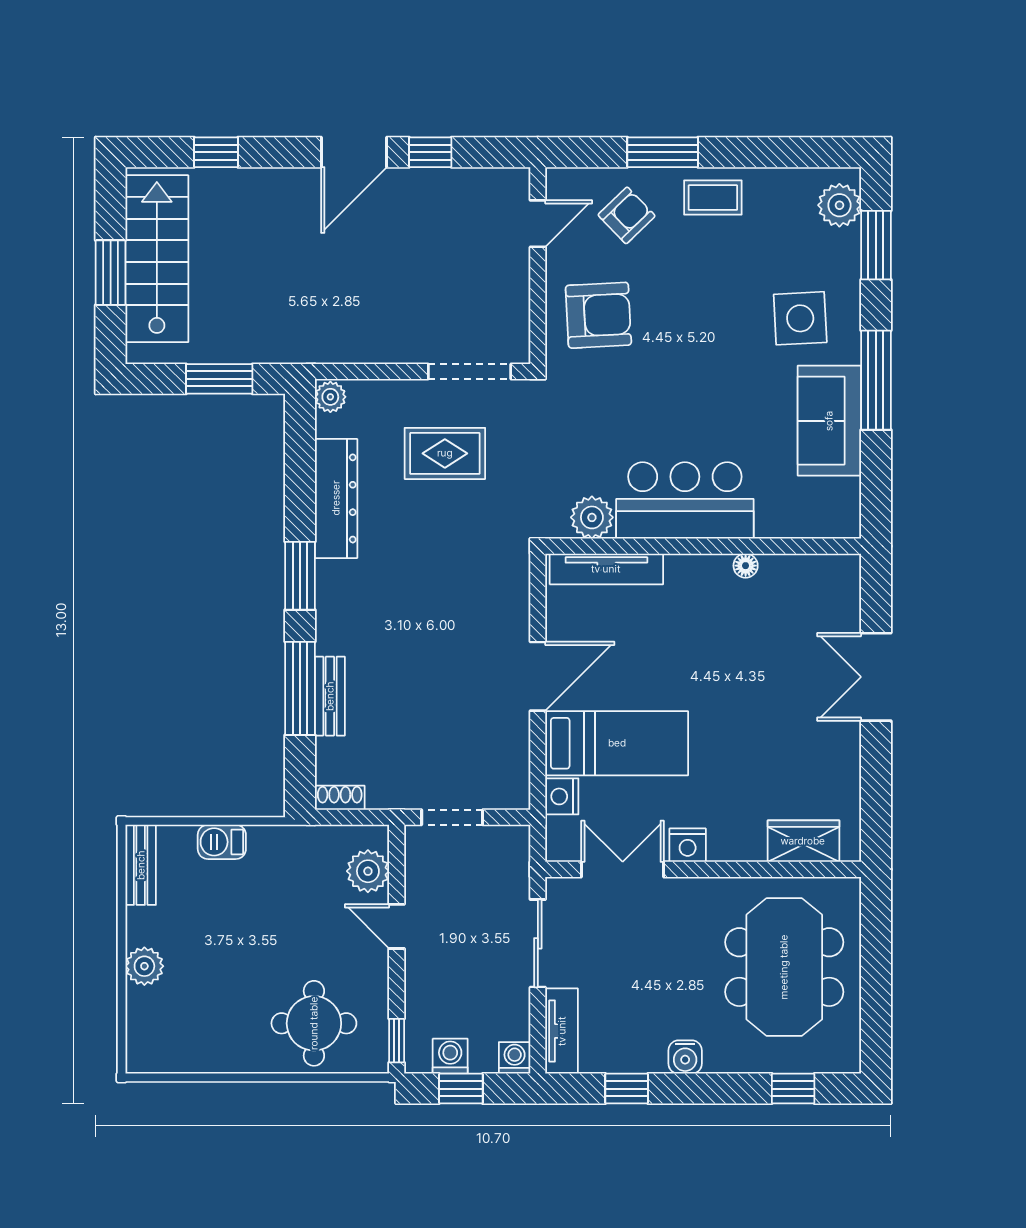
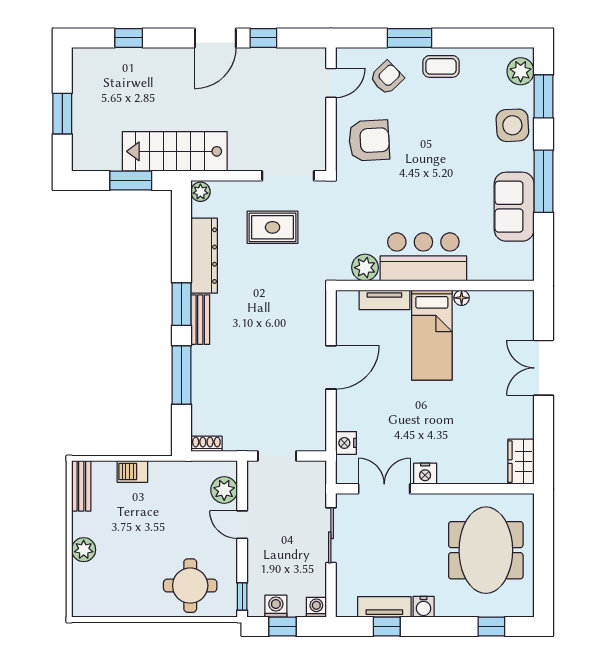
stairs: (157, 259) -> (175, 151), moved, turned -90
side table: (800, 318) -> (512, 125), moved
tv unit: (606, 569) -> (384, 300), width x0.71
bench: (330, 696) -> (200, 320), moved
bed: (617, 743) -> (432, 335), moved, turned 90
wardrobe: (803, 841) -> (521, 462), moved, turned -90
tv unit: (562, 1031) -> (384, 607), moved, turned -90

